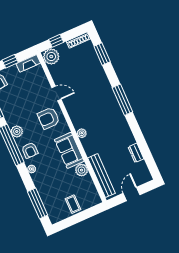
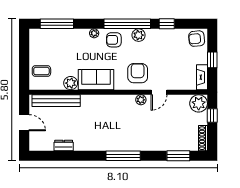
plant: (82, 133) -> (141, 100), moved
coffee table: (73, 204) -> (41, 71), moved

